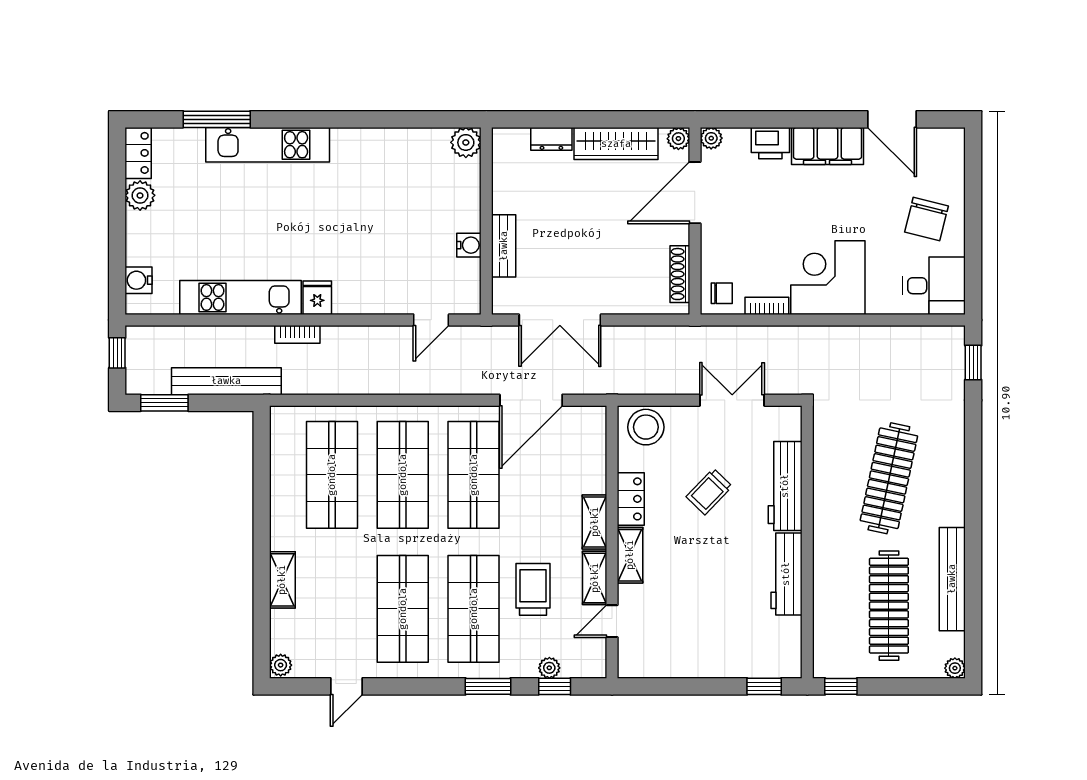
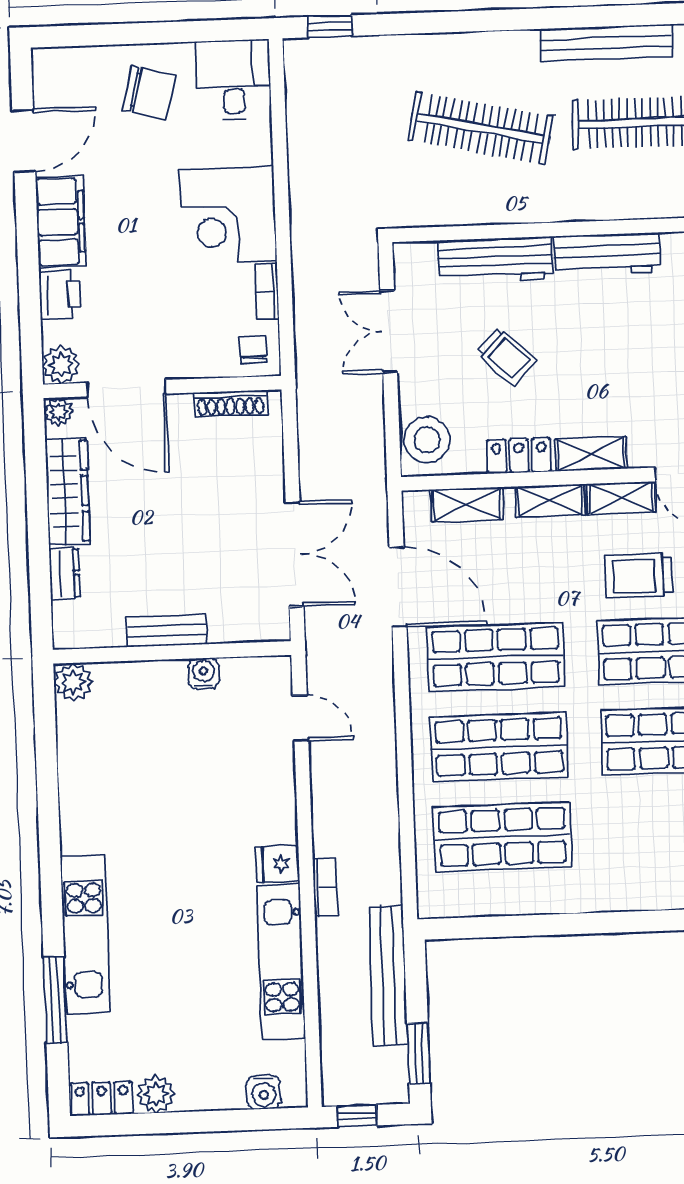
plant: (711, 138) -> (61, 365), width x1.38, depth x1.38
bench: (504, 246) -> (167, 631), moved
shelving: (282, 580) -> (467, 504), moved

